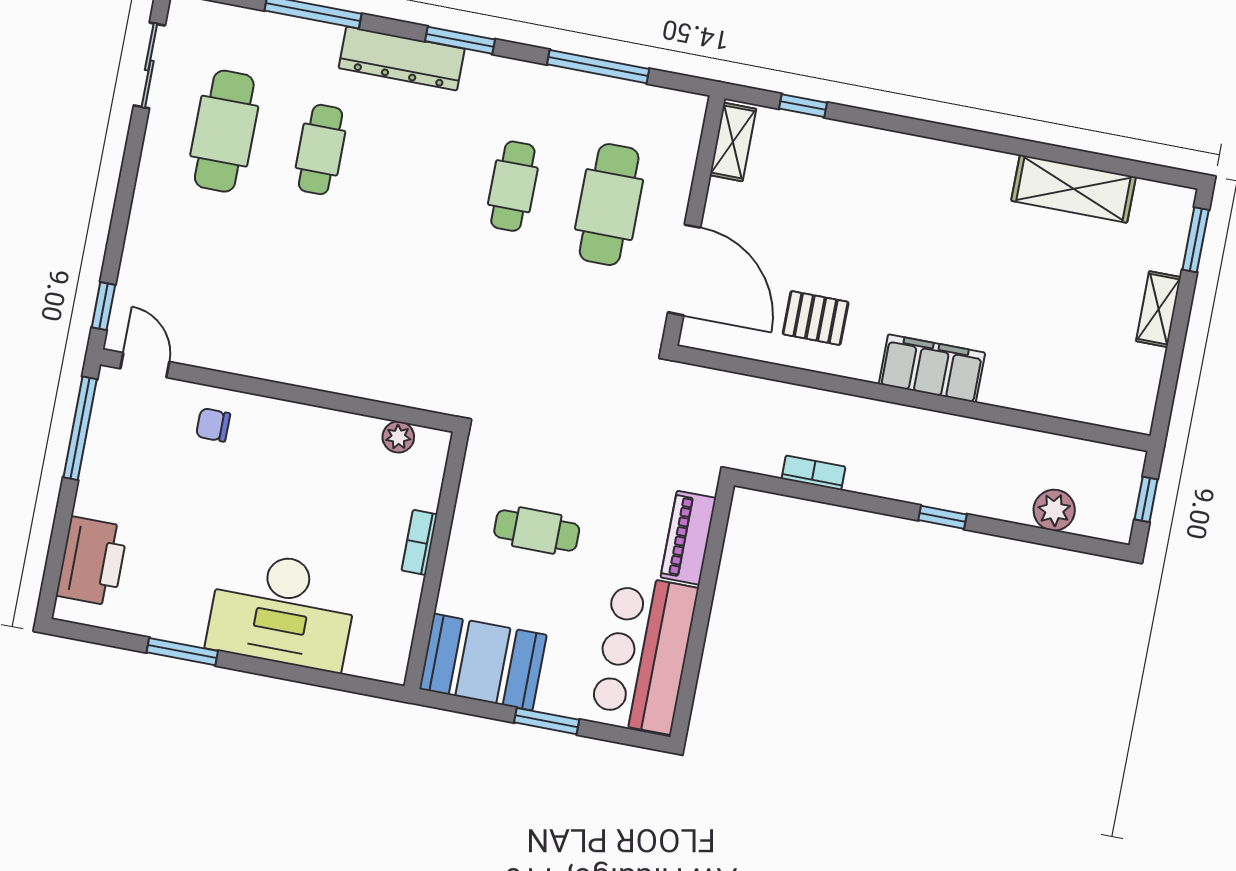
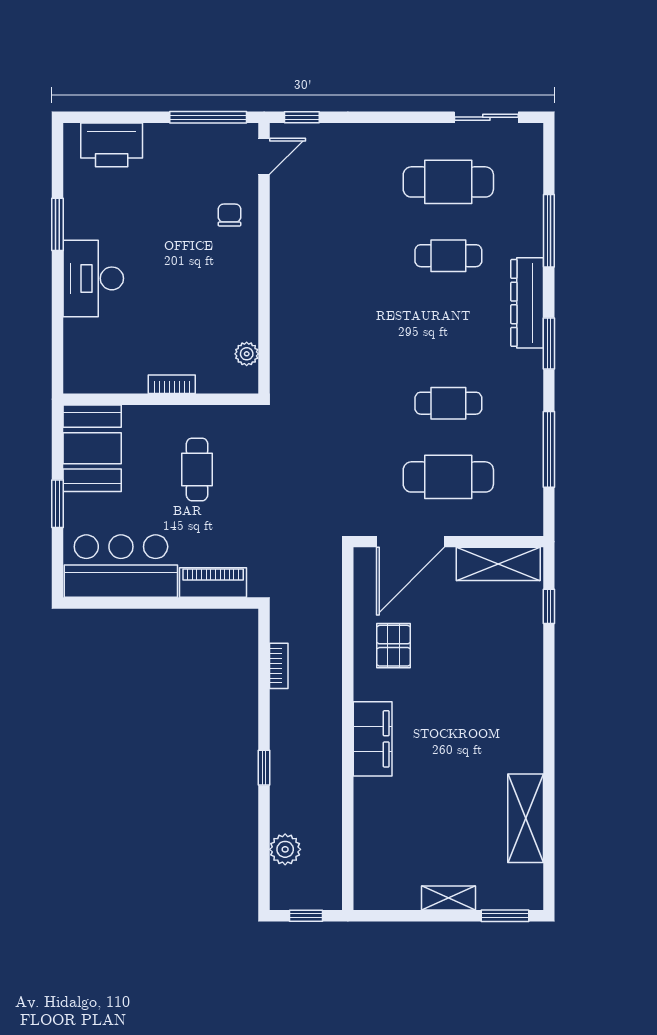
shelving: (733, 142) -> (498, 564), width x1.50, depth x1.33
desk: (282, 610) -> (93, 278), width x0.73, depth x0.77

